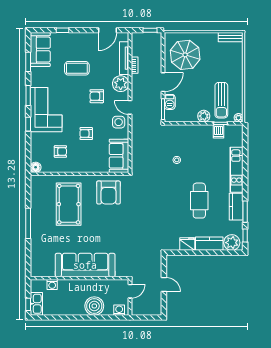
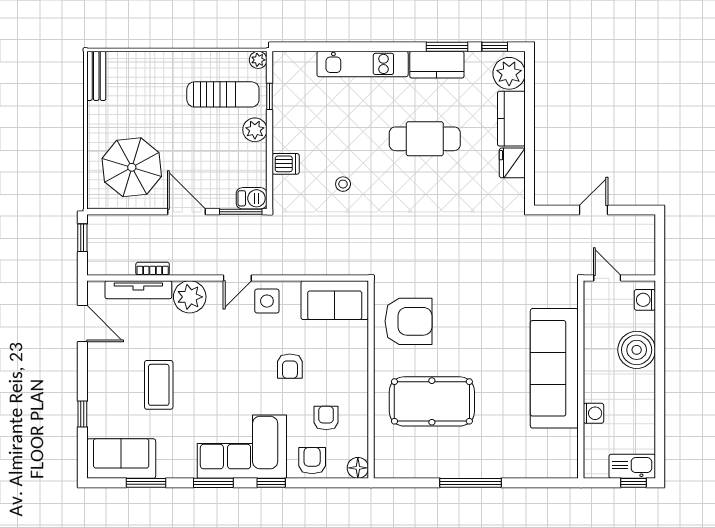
armchair: (97, 96) -> (312, 461), moved, turned 180
barbecue: (170, 102) -> (252, 198), moved
dishwasher: (218, 131) -> (286, 164), moved
washing machine: (52, 285) -> (593, 413), moved

